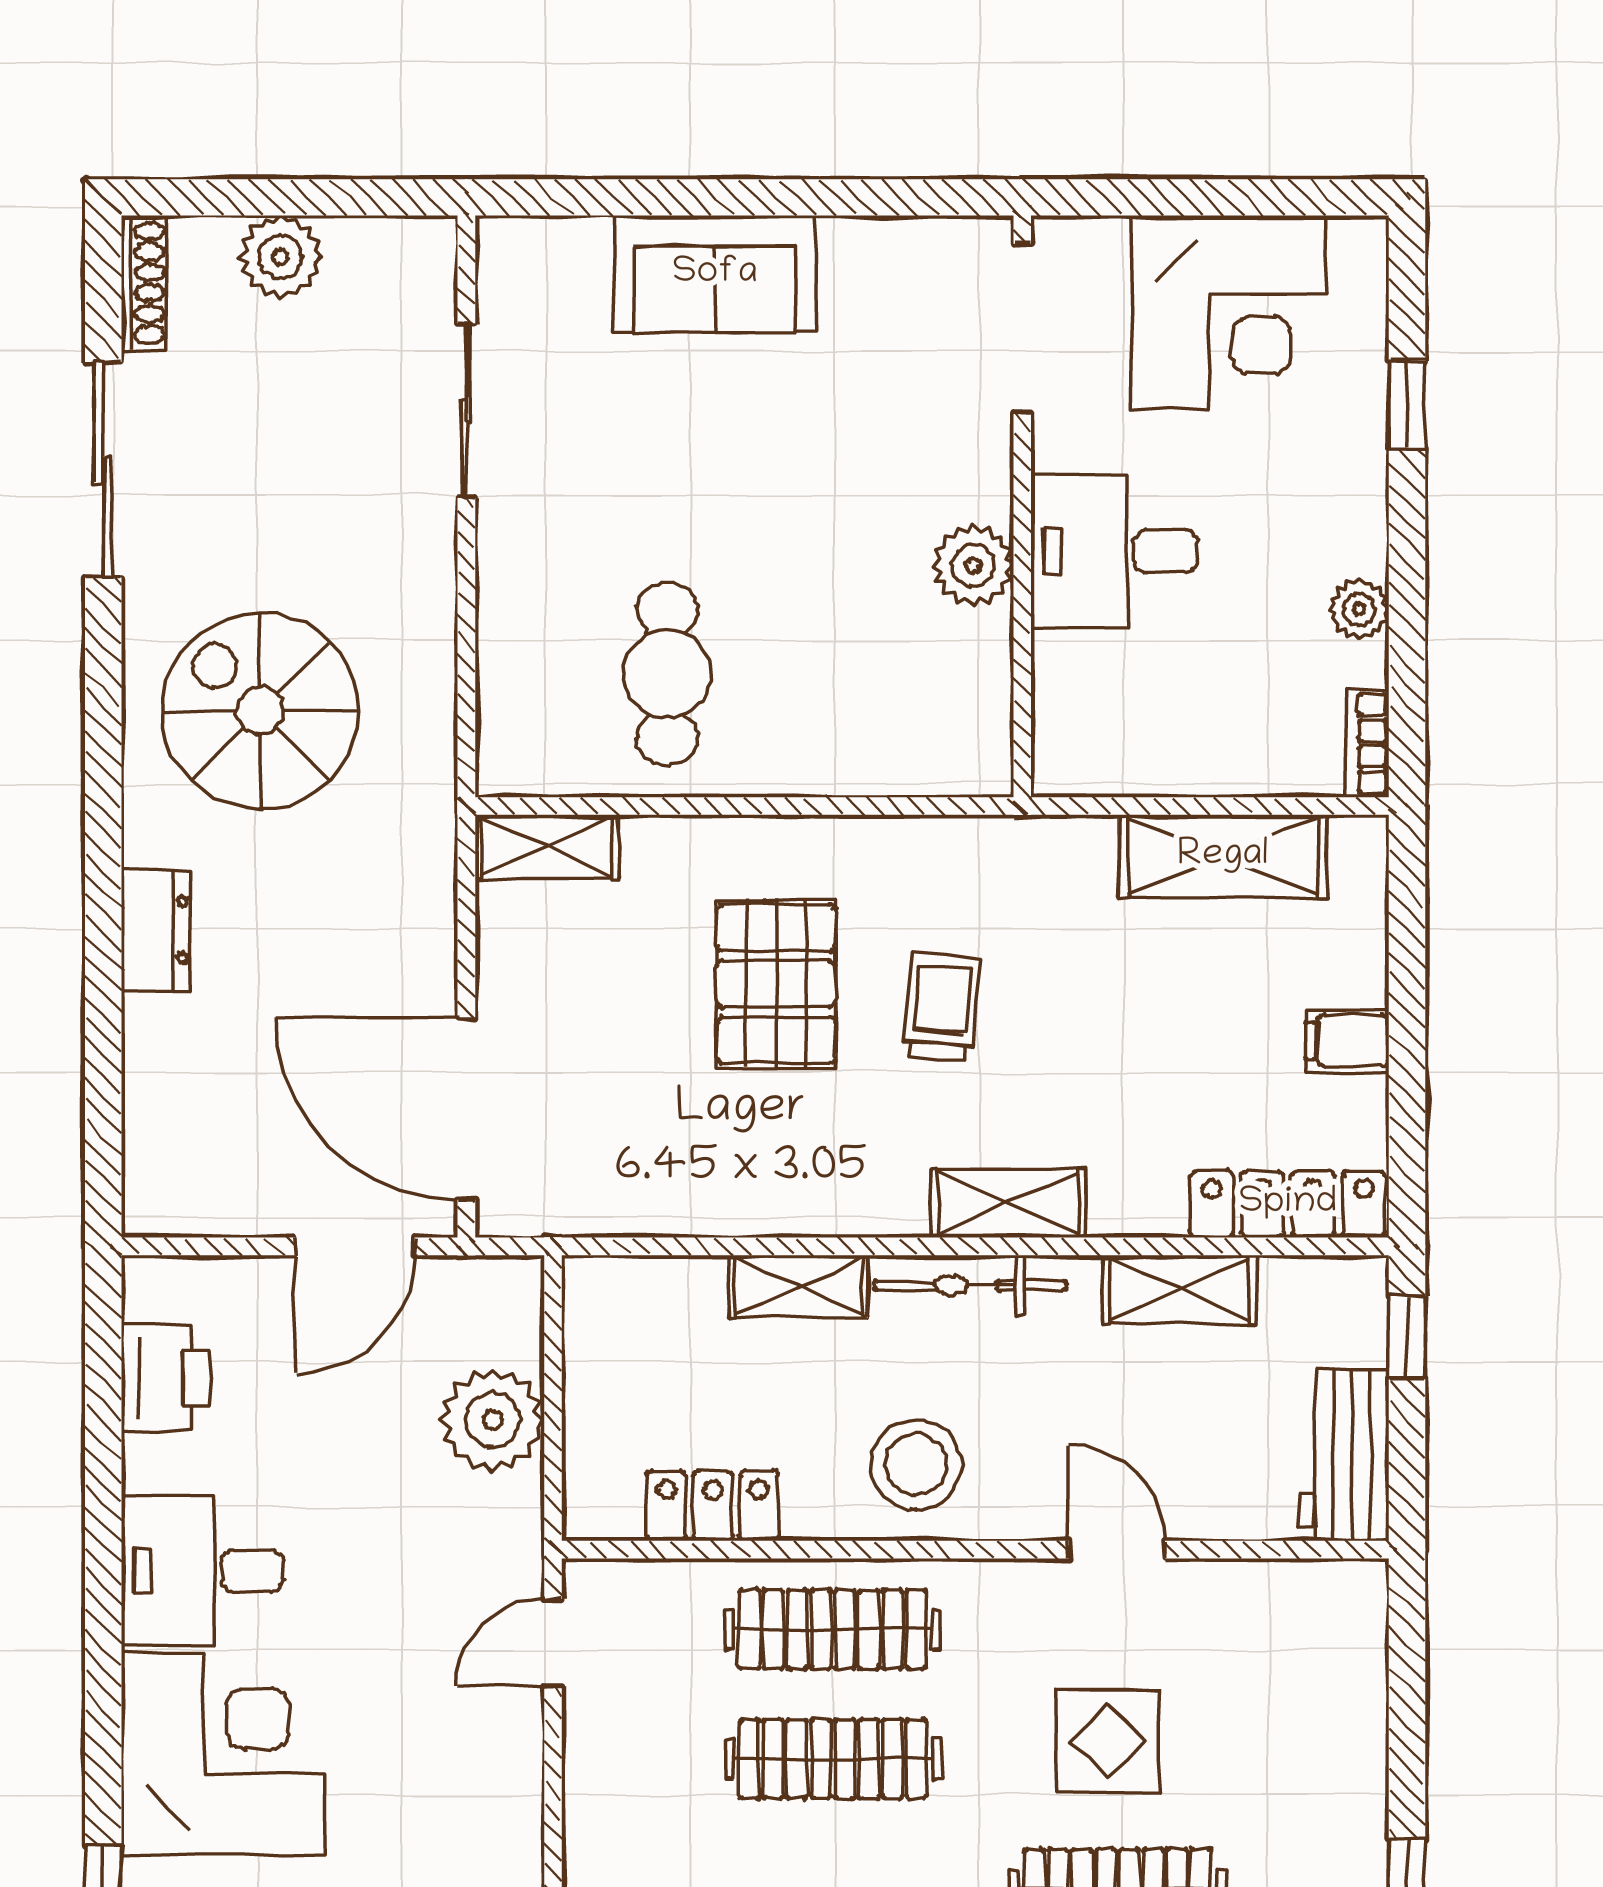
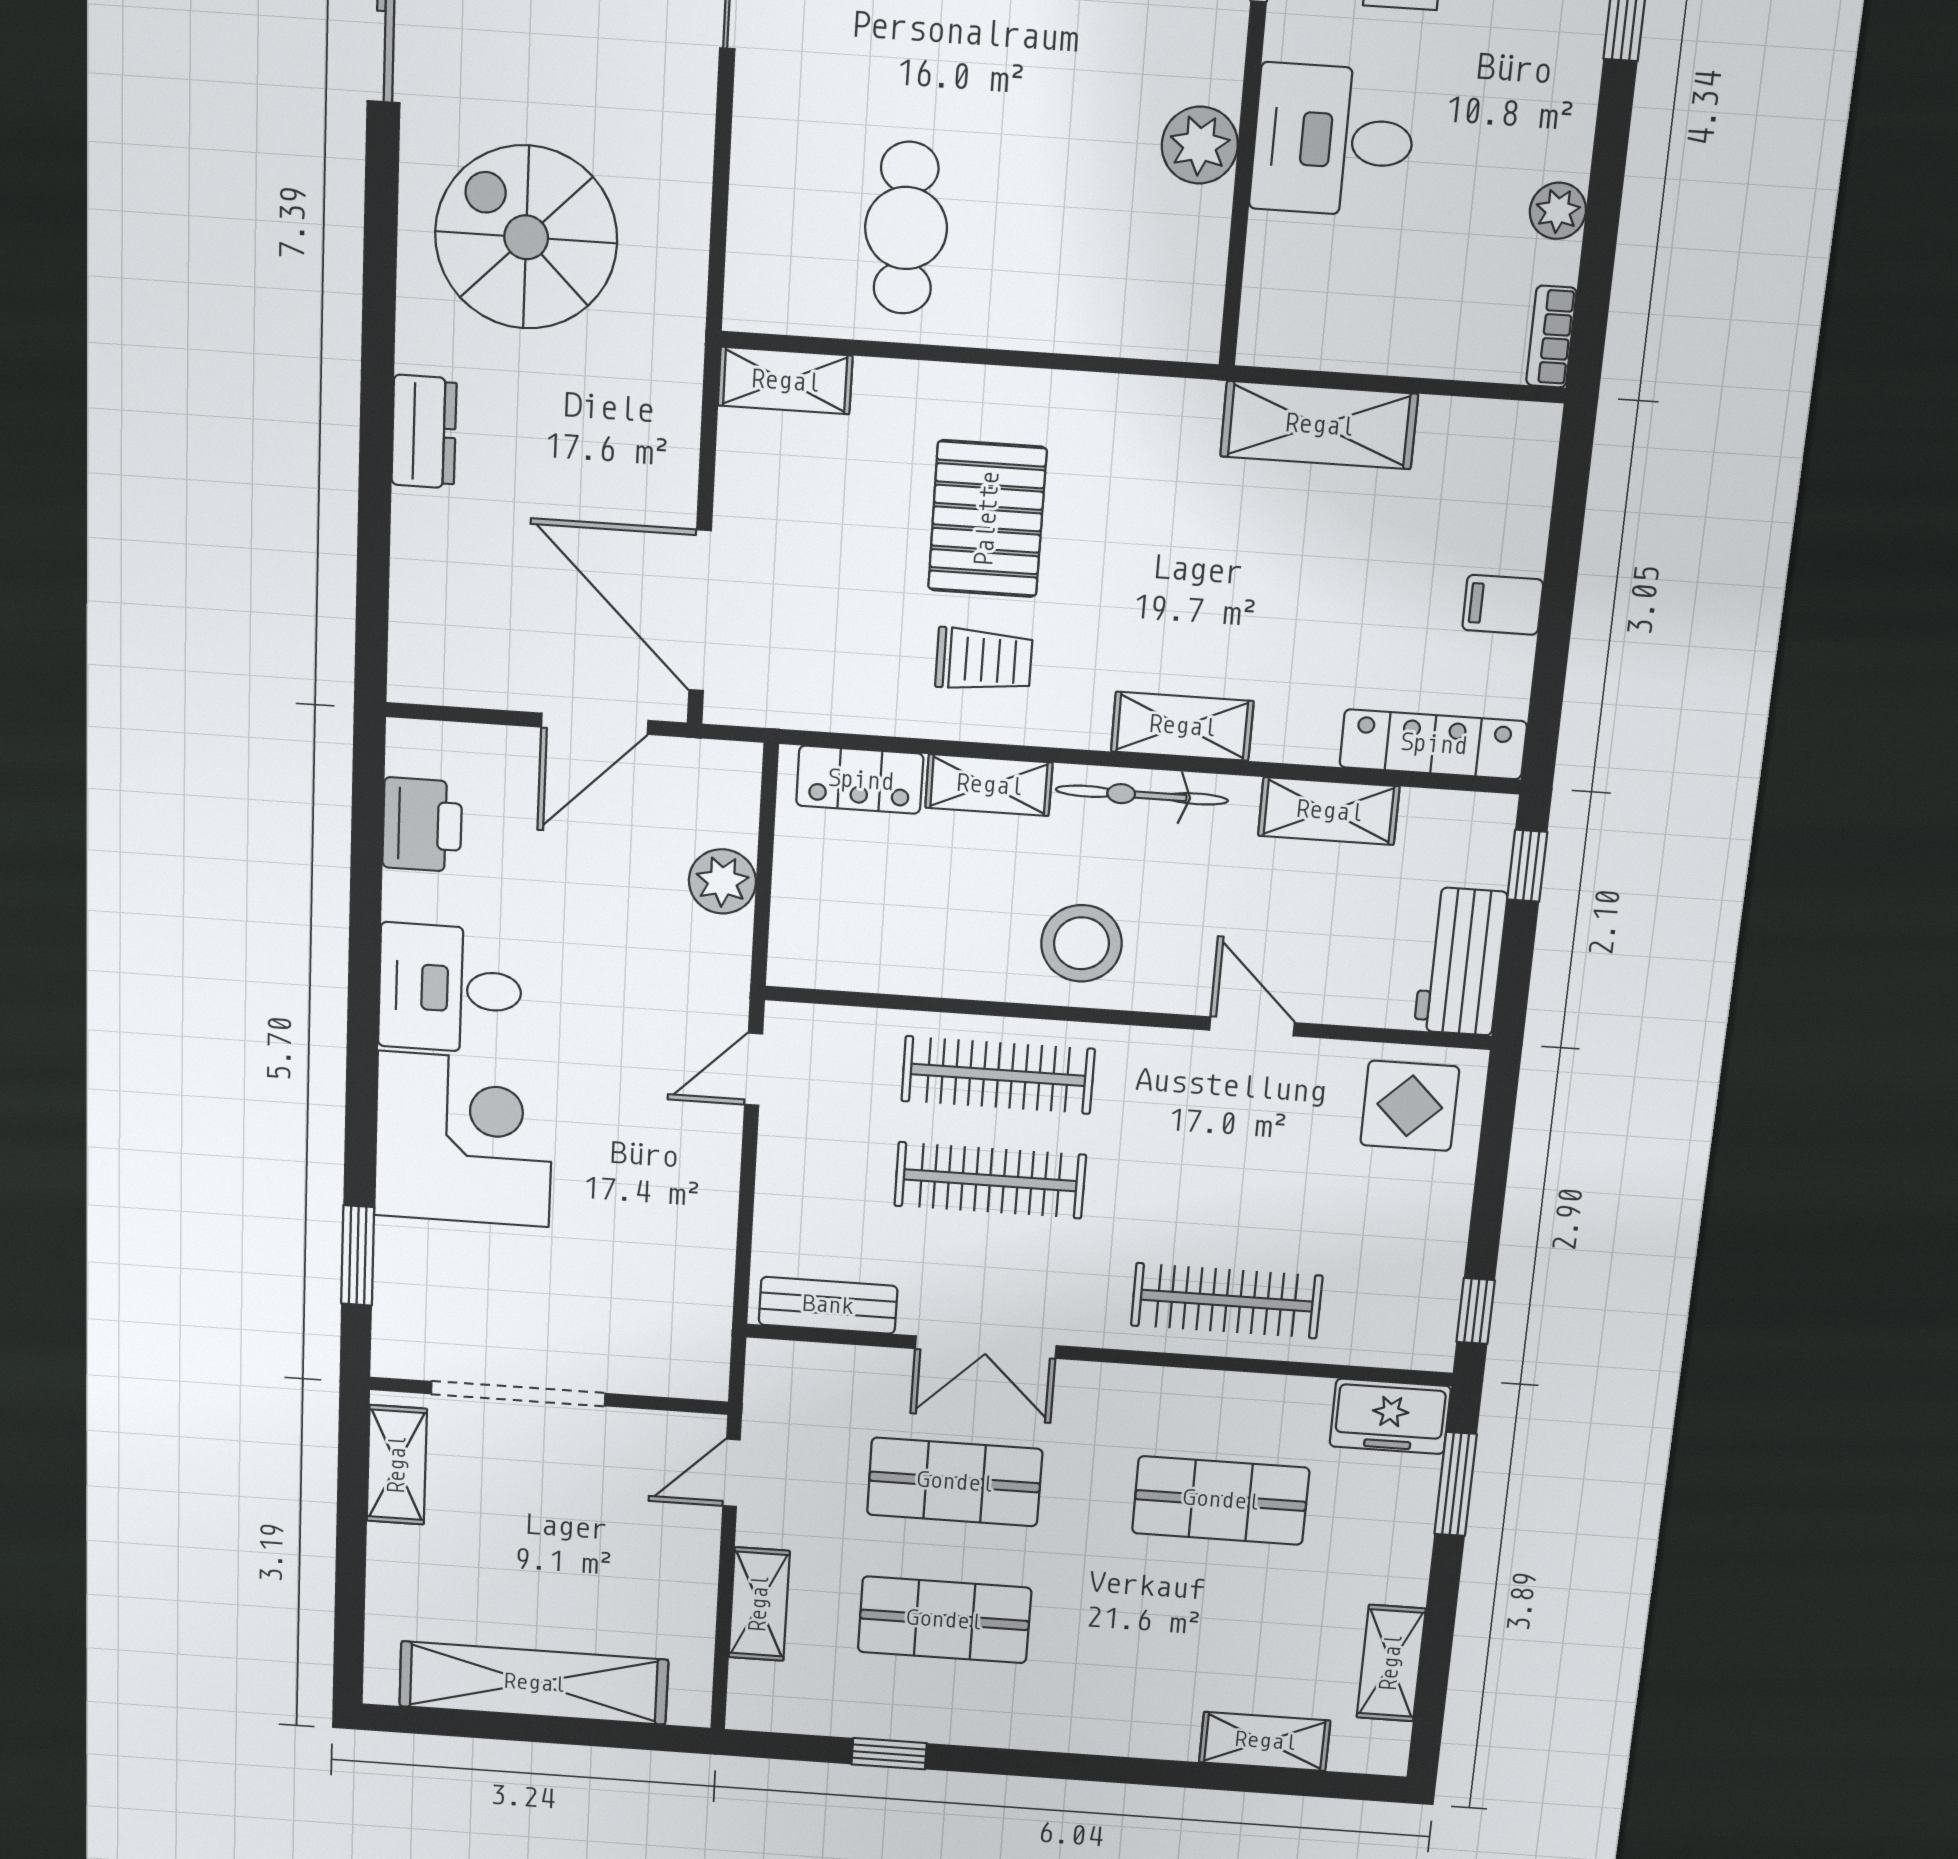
shelving: (1223, 856) -> (1319, 425), moved
trolley: (941, 1007) -> (984, 660), moved, turned 85
plant: (493, 1420) -> (722, 881), width x0.73, depth x0.73
locker: (713, 1506) -> (860, 780), moved, turned 180
display table: (1107, 1741) -> (1410, 1106), moved

